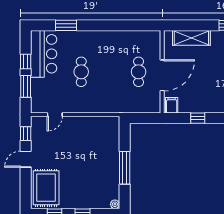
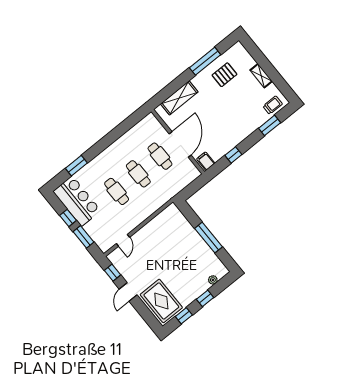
cafe table: (110, 72) -> (138, 174), added
plant: (115, 204) -> (213, 280), moved

